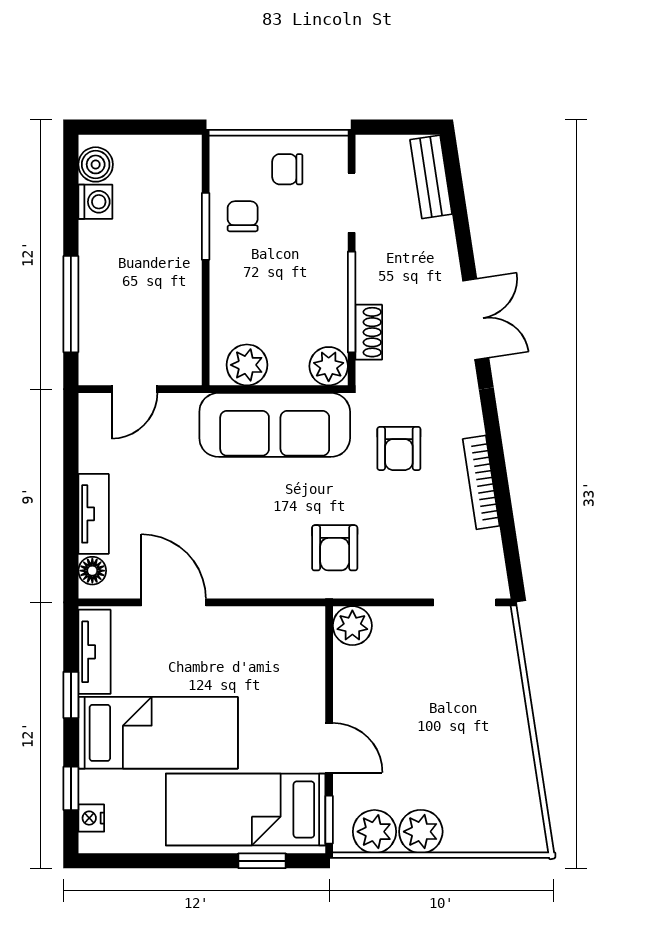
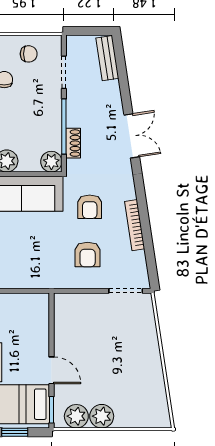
chair: (287, 169) -> (29, 54), turned 180
armchair: (335, 548) -> (88, 255), moved
plant: (352, 626) -> (64, 304), removed

